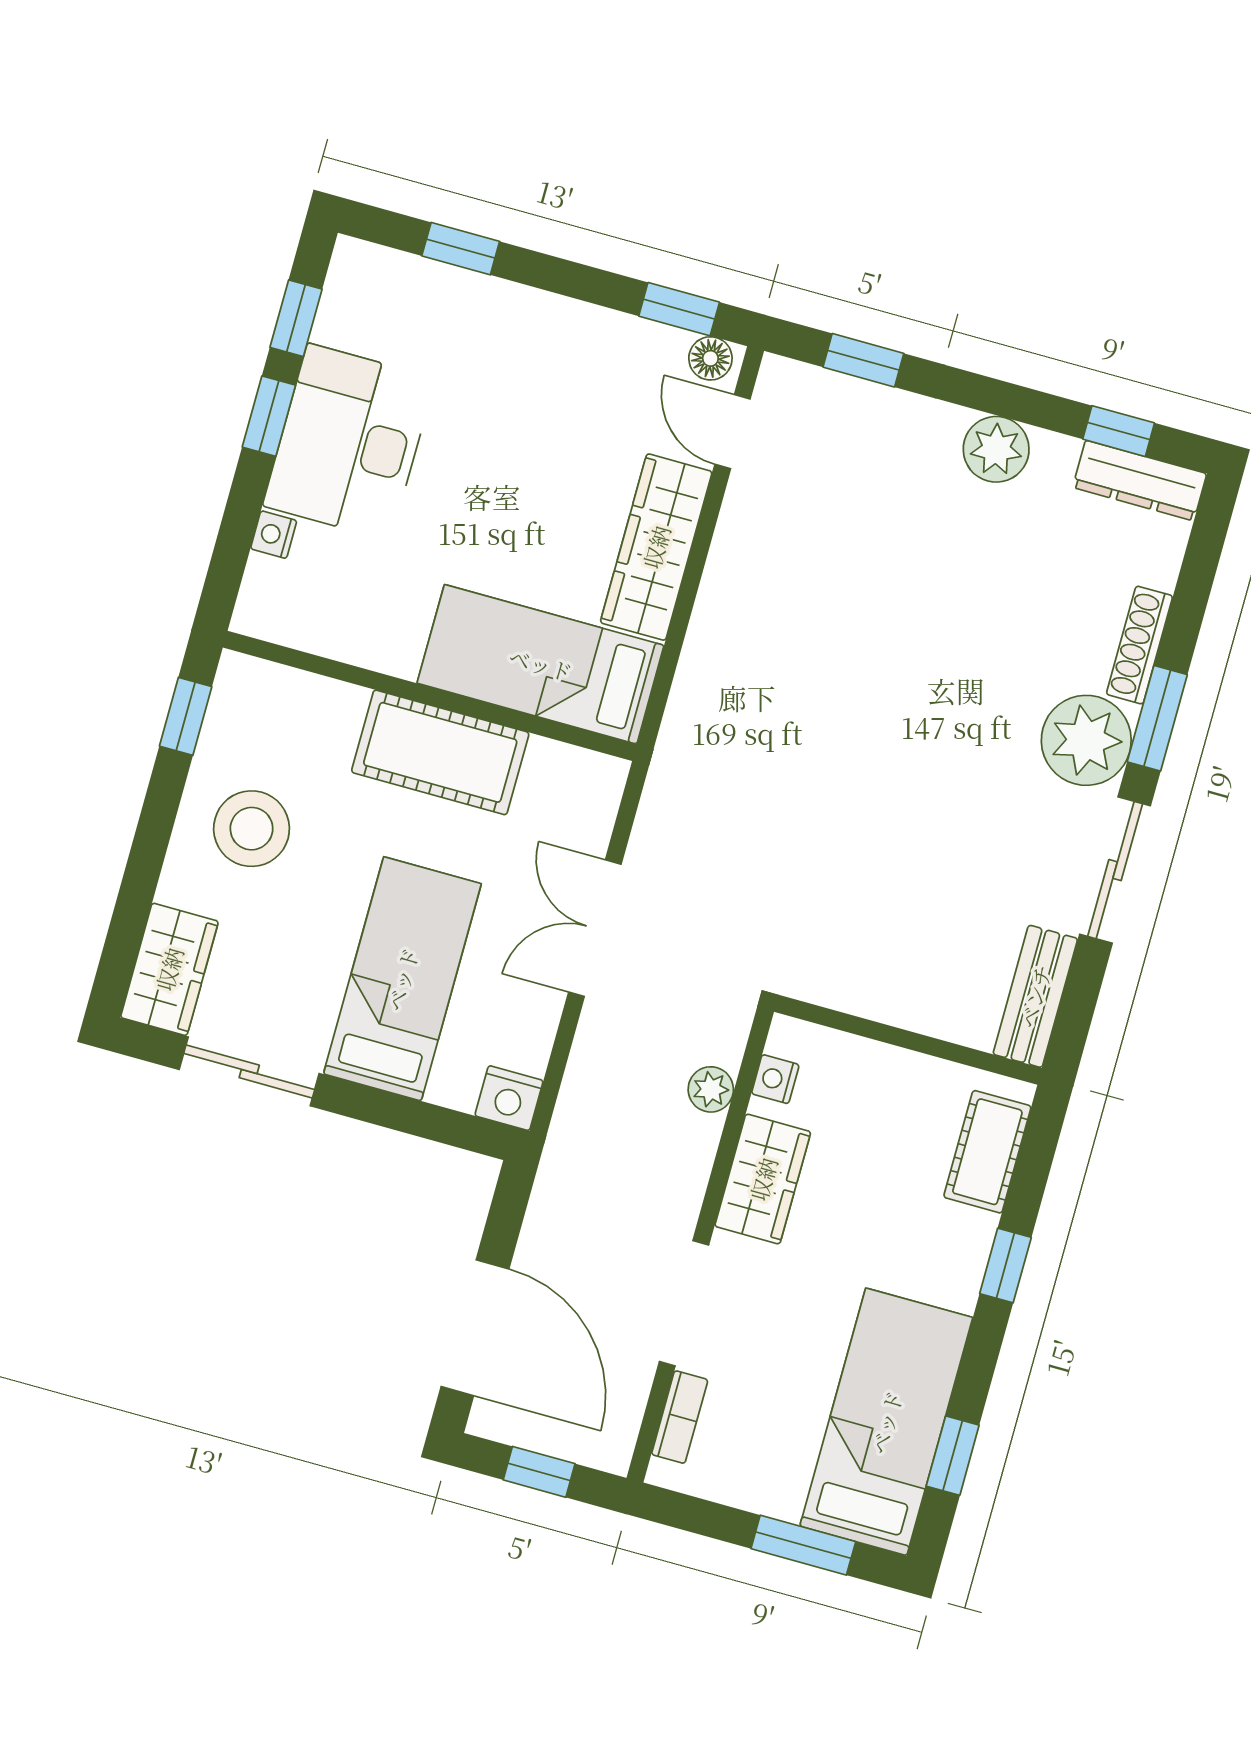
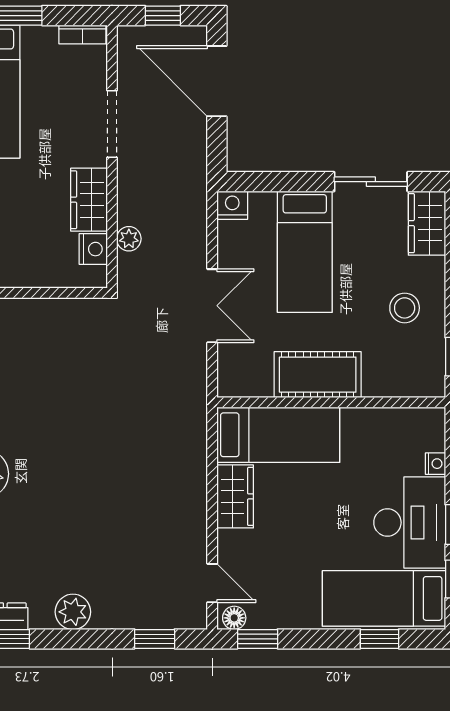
bed: (433, 319) -> (384, 598), added
wardrobe: (656, 547) -> (235, 496), width x0.67
stool: (252, 829) -> (405, 308), width x0.73, depth x0.73
nightstand: (775, 1079) -> (93, 249), width x1.39, depth x1.35
bookcase: (680, 1417) -> (82, 34), moved, turned -90

